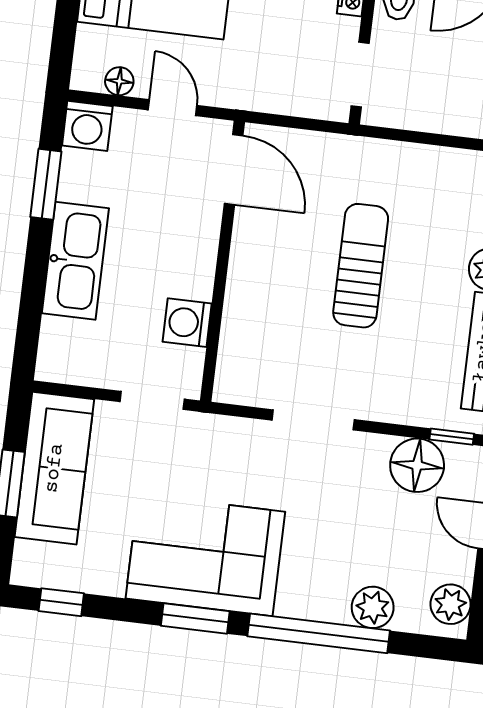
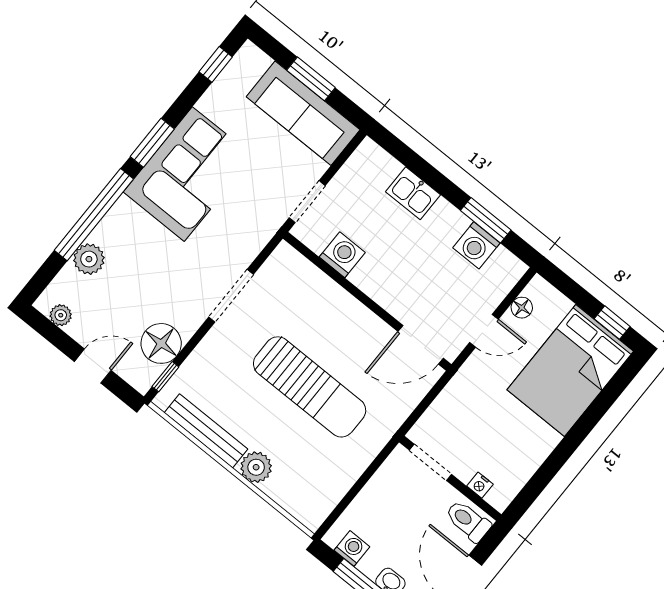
washing machine: (87, 126) -> (476, 245), moved, turned -90
kitchen sink: (75, 261) -> (413, 193), width x0.53, depth x0.81
sun lounger: (361, 266) -> (310, 387), width x1.36, depth x1.34
plant: (450, 604) -> (61, 315), width x0.73, depth x0.73

